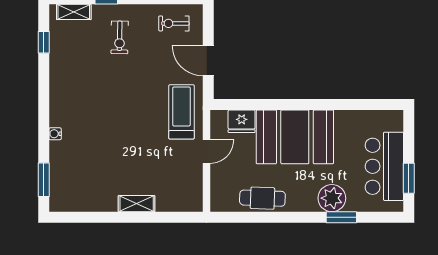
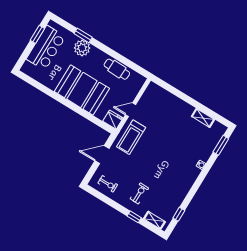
door: (208, 61) -> (102, 155), swing flipped
fridge: (242, 121) -> (113, 120), moved
shelving: (137, 204) -> (203, 118), moved

